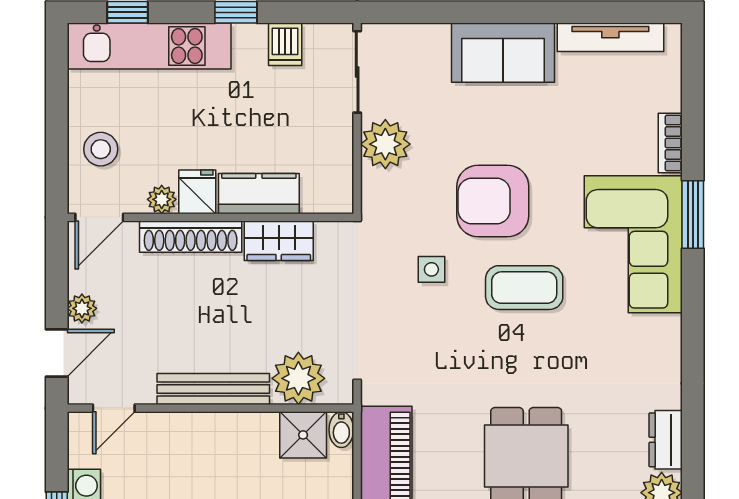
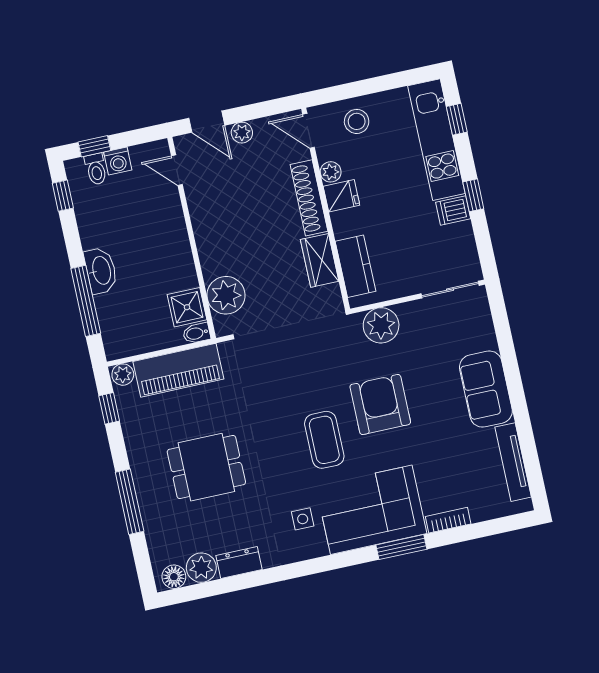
dishwasher: (285, 44) -> (453, 210), moved
plant: (385, 144) -> (381, 325), moved
kitchen counter: (259, 194) -> (355, 266), moved
side table: (431, 269) -> (303, 519), moved
bench: (213, 389) -> (206, 237), removed

